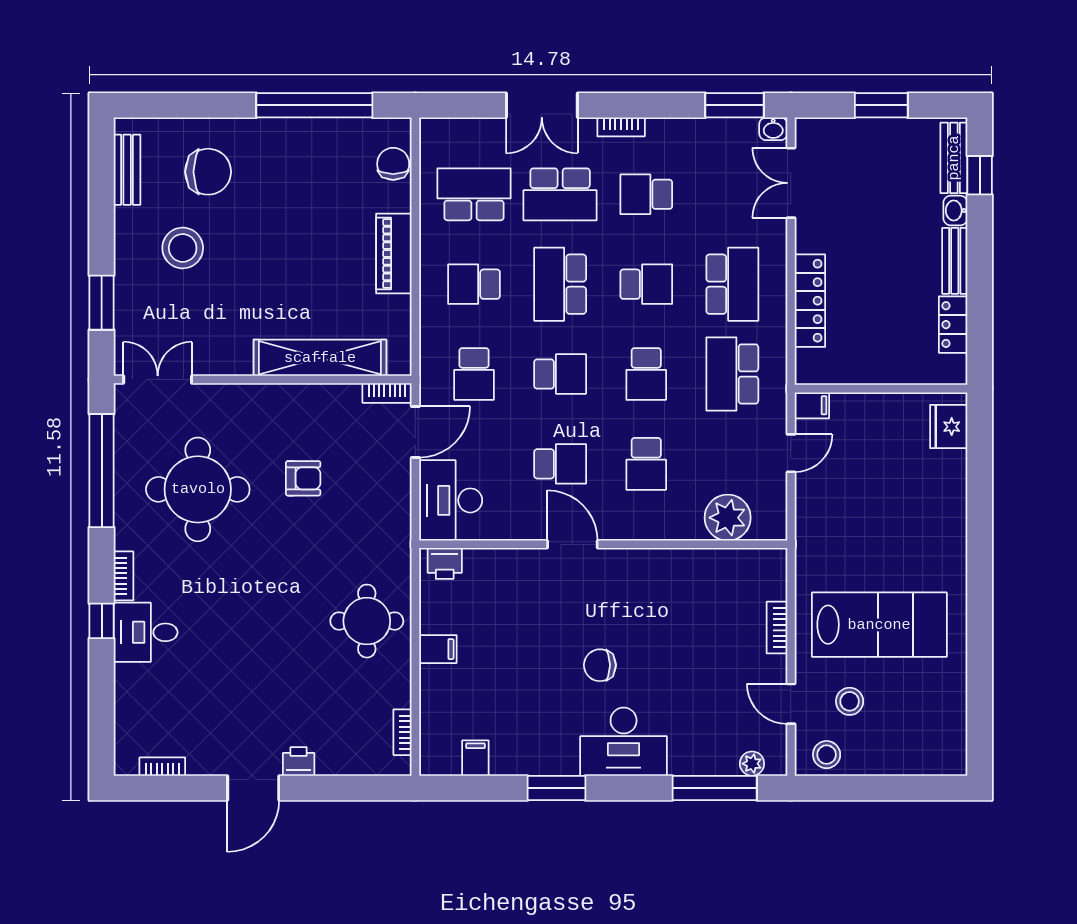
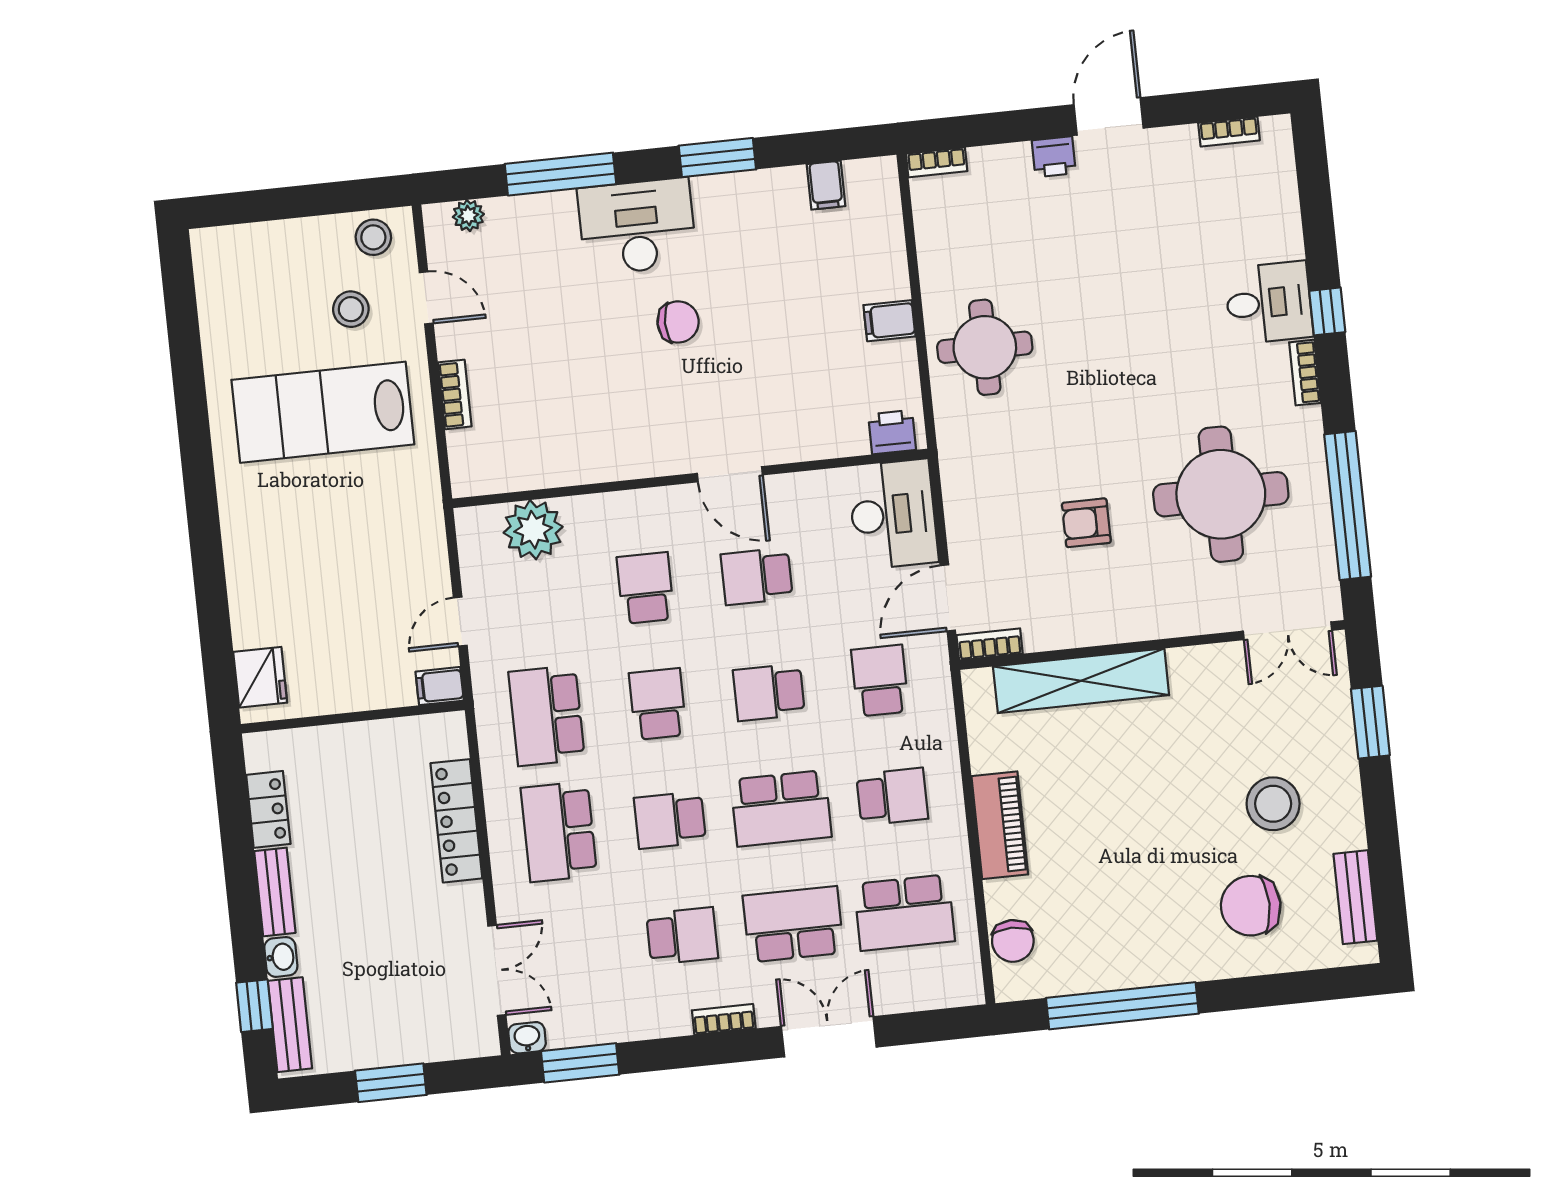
school desk: (560, 284) -> (781, 808), turned 90
school desk: (732, 374) -> (547, 716), turned 180
bookcase: (403, 732) -> (937, 162), moved, turned 90
window: (715, 788) -> (560, 174), moved

